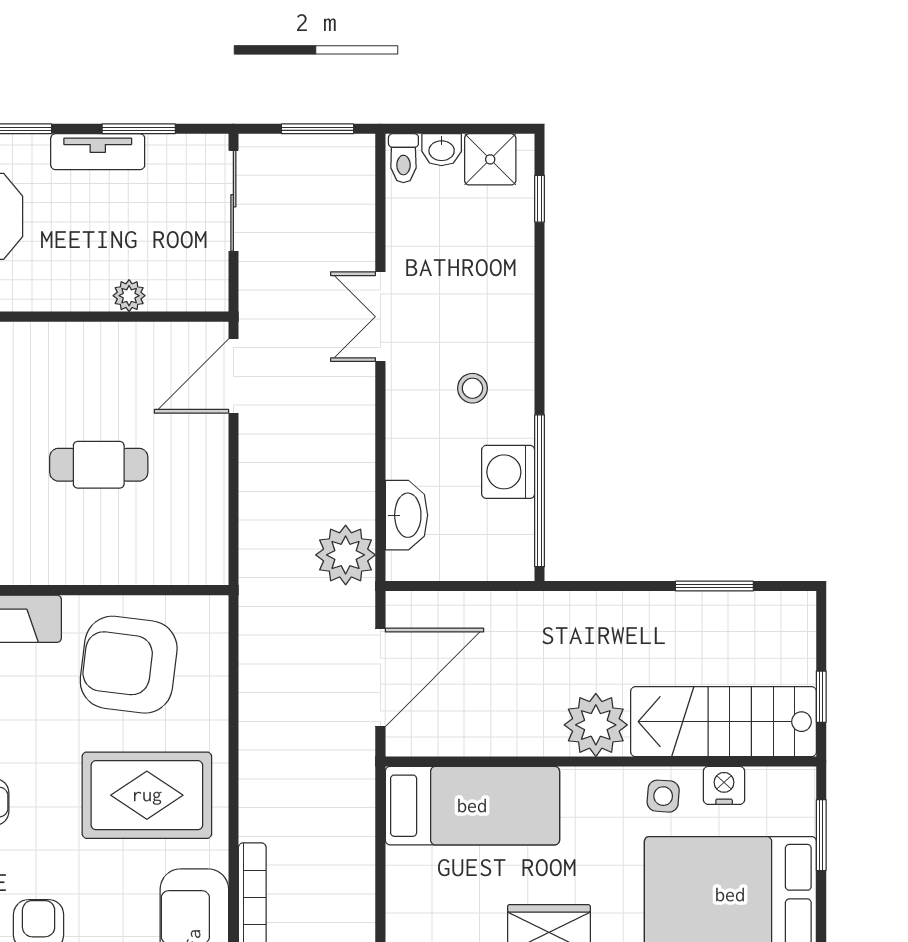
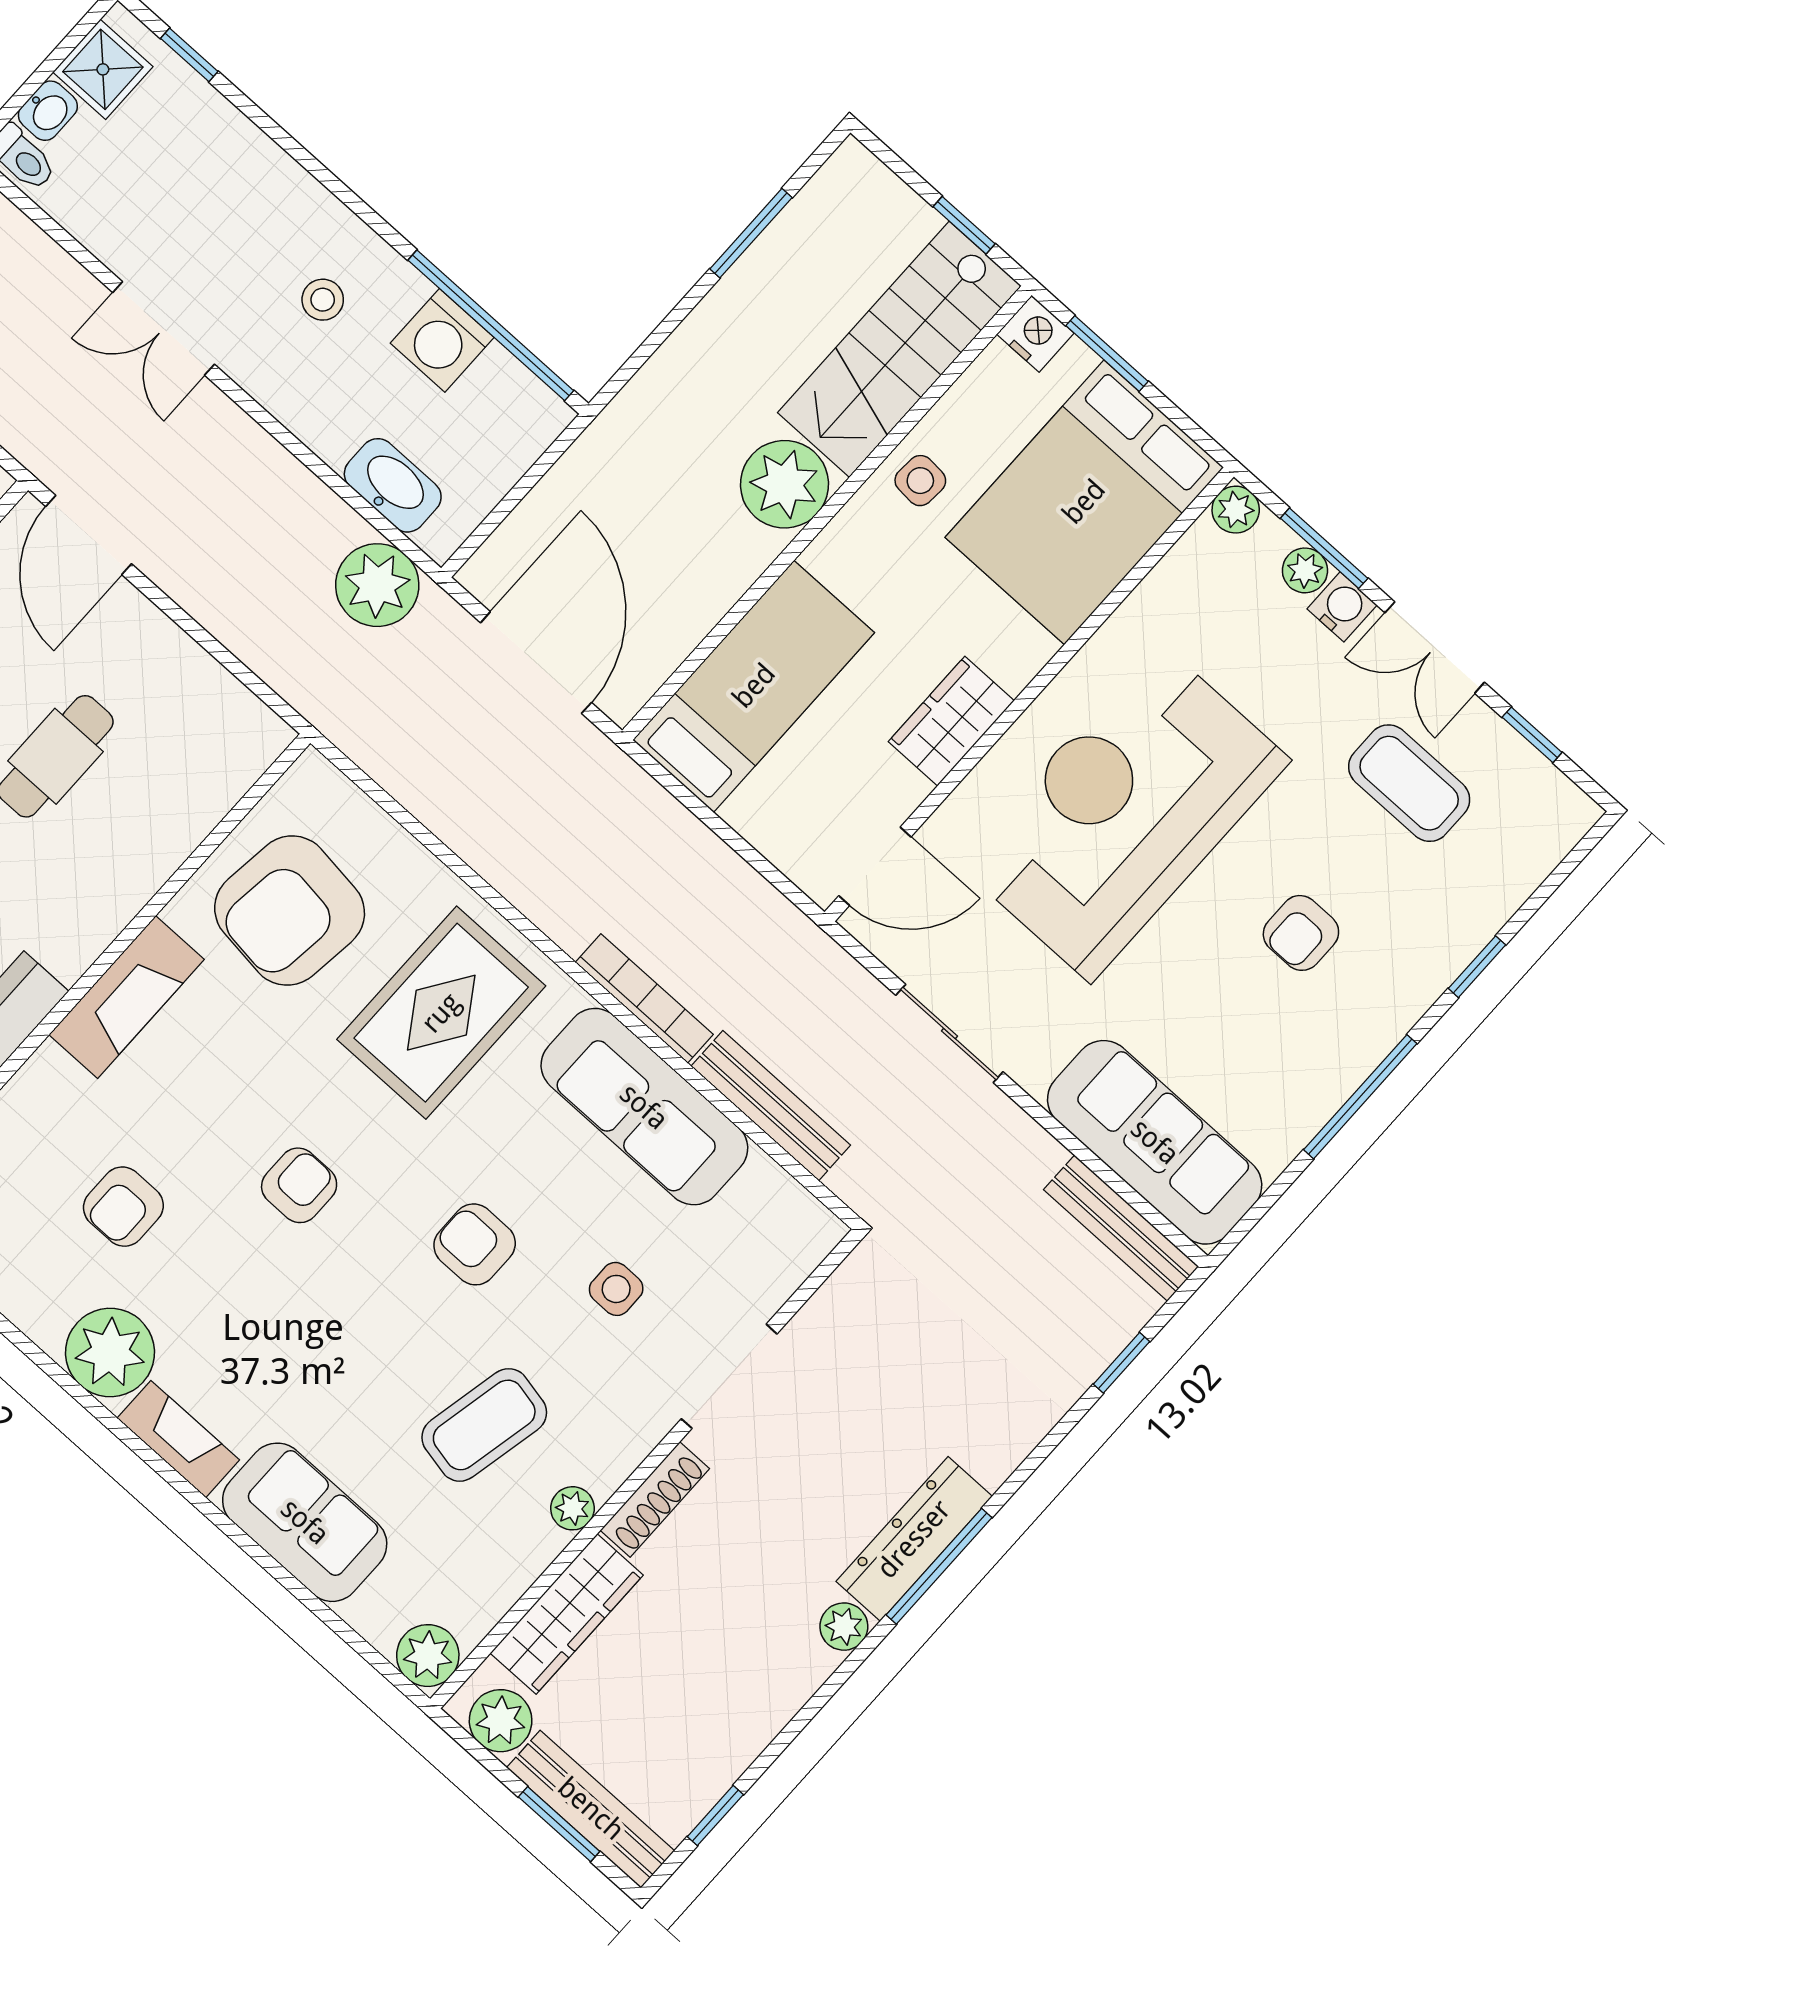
nightstand: (724, 785) -> (1035, 334), moved, turned 90

